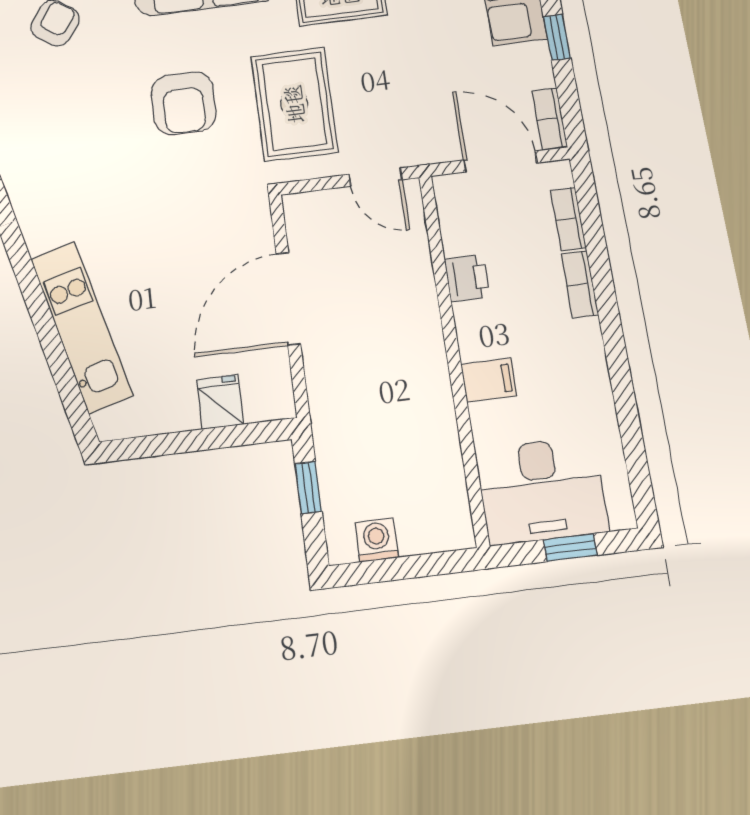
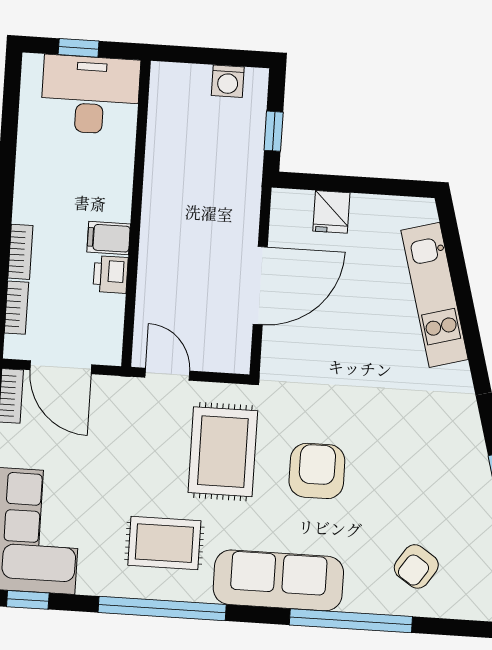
filing cabinet: (489, 380) -> (109, 238), moved

